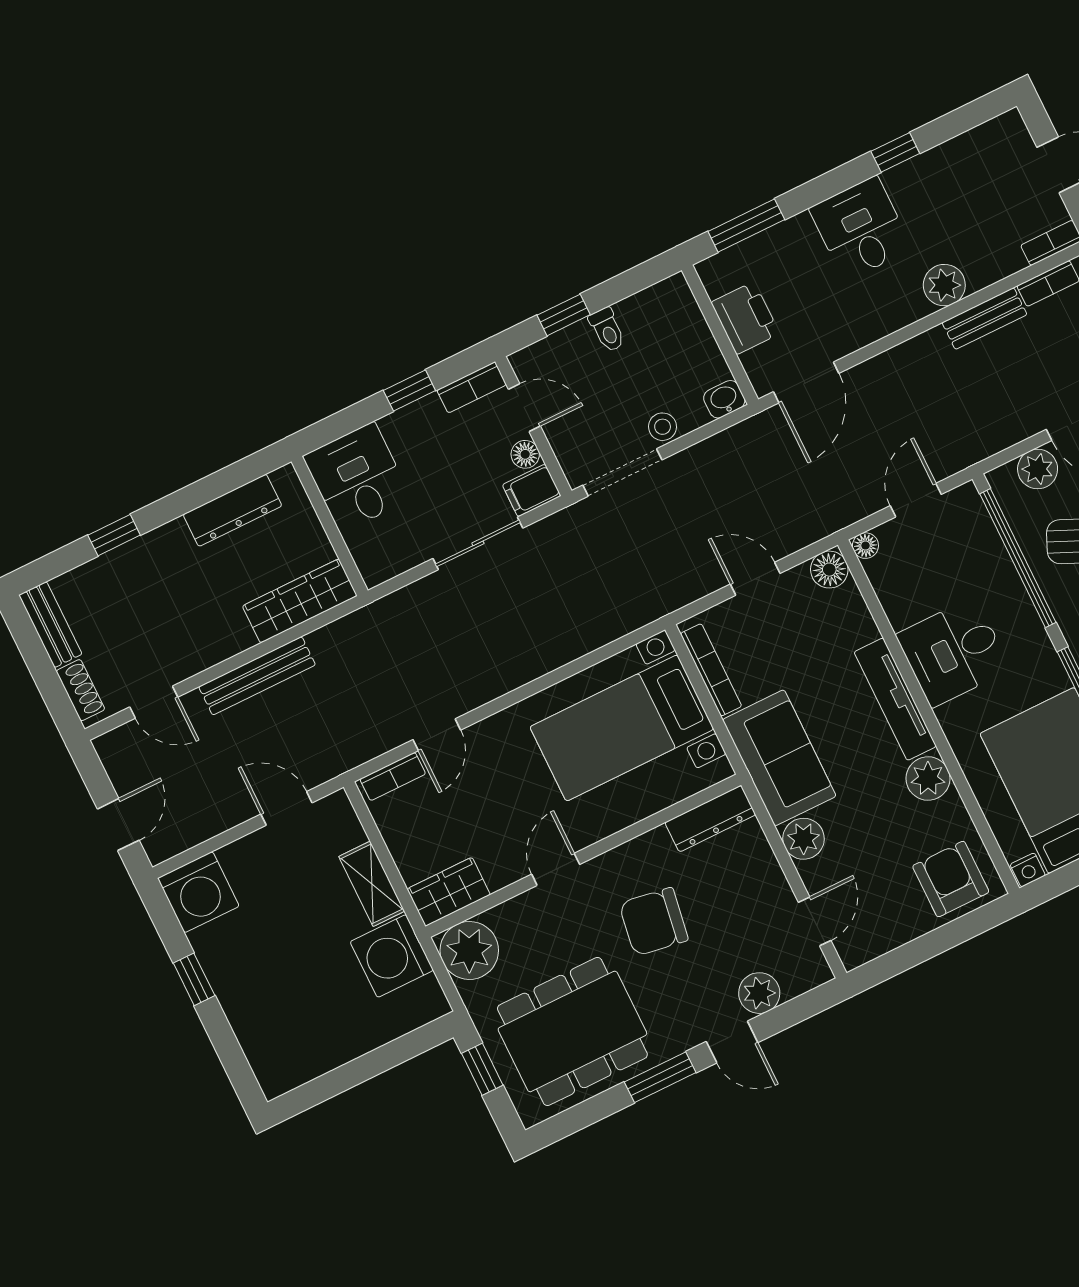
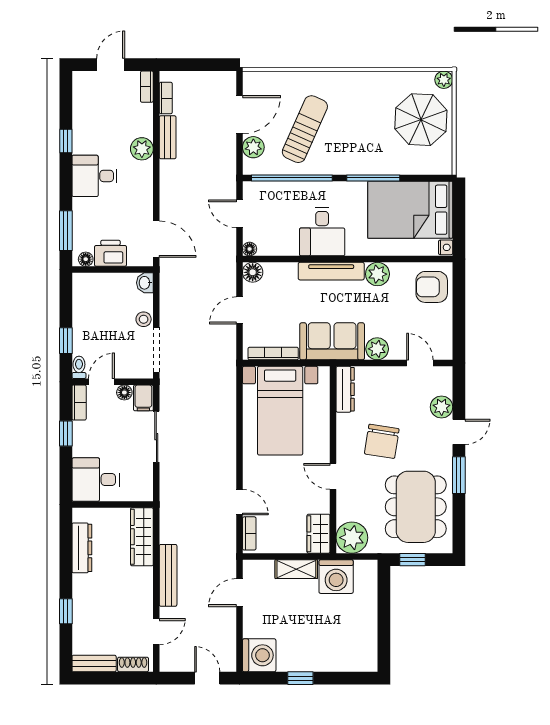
floor lamp: (715, 282) -> (86, 259), added
toilet: (607, 330) -> (79, 367), moved, turned -90

